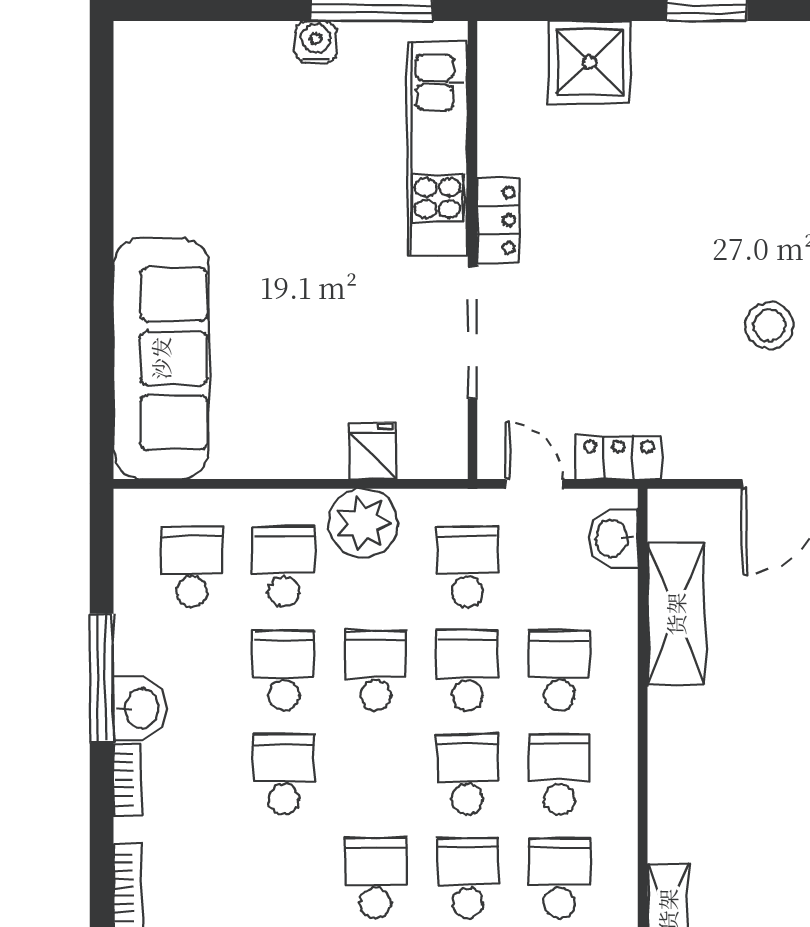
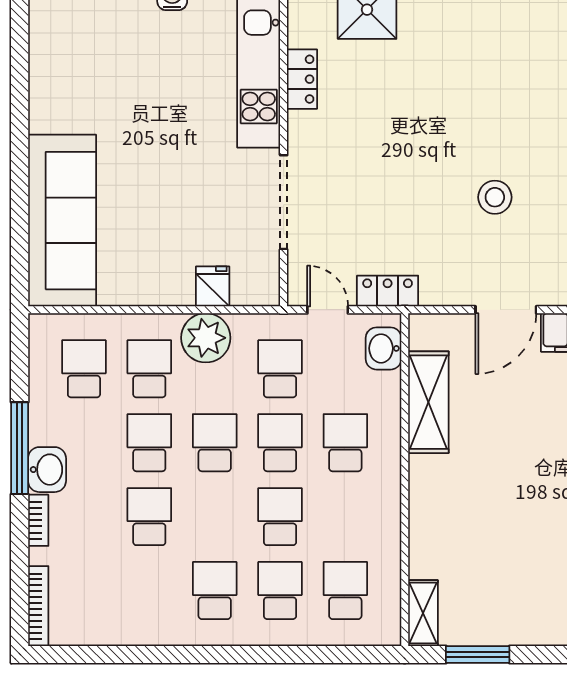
locker: (498, 220) -> (302, 79), moved
school desk: (559, 774) -> (345, 517), removed

